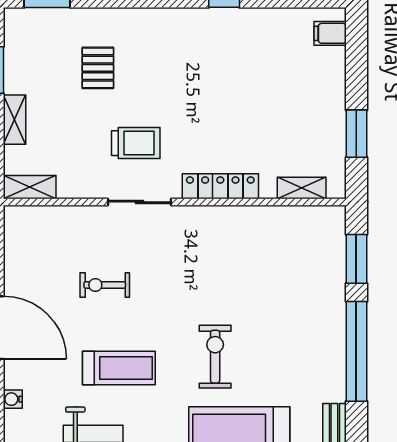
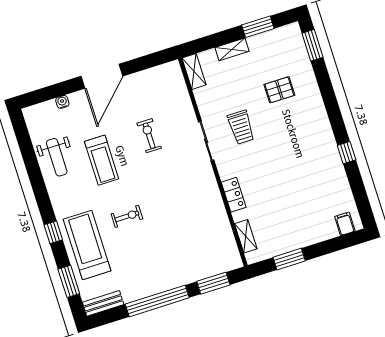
locker: (220, 186) -> (234, 195), width x0.66
exercise bike: (215, 357) -> (127, 216), width x0.73, depth x0.72

